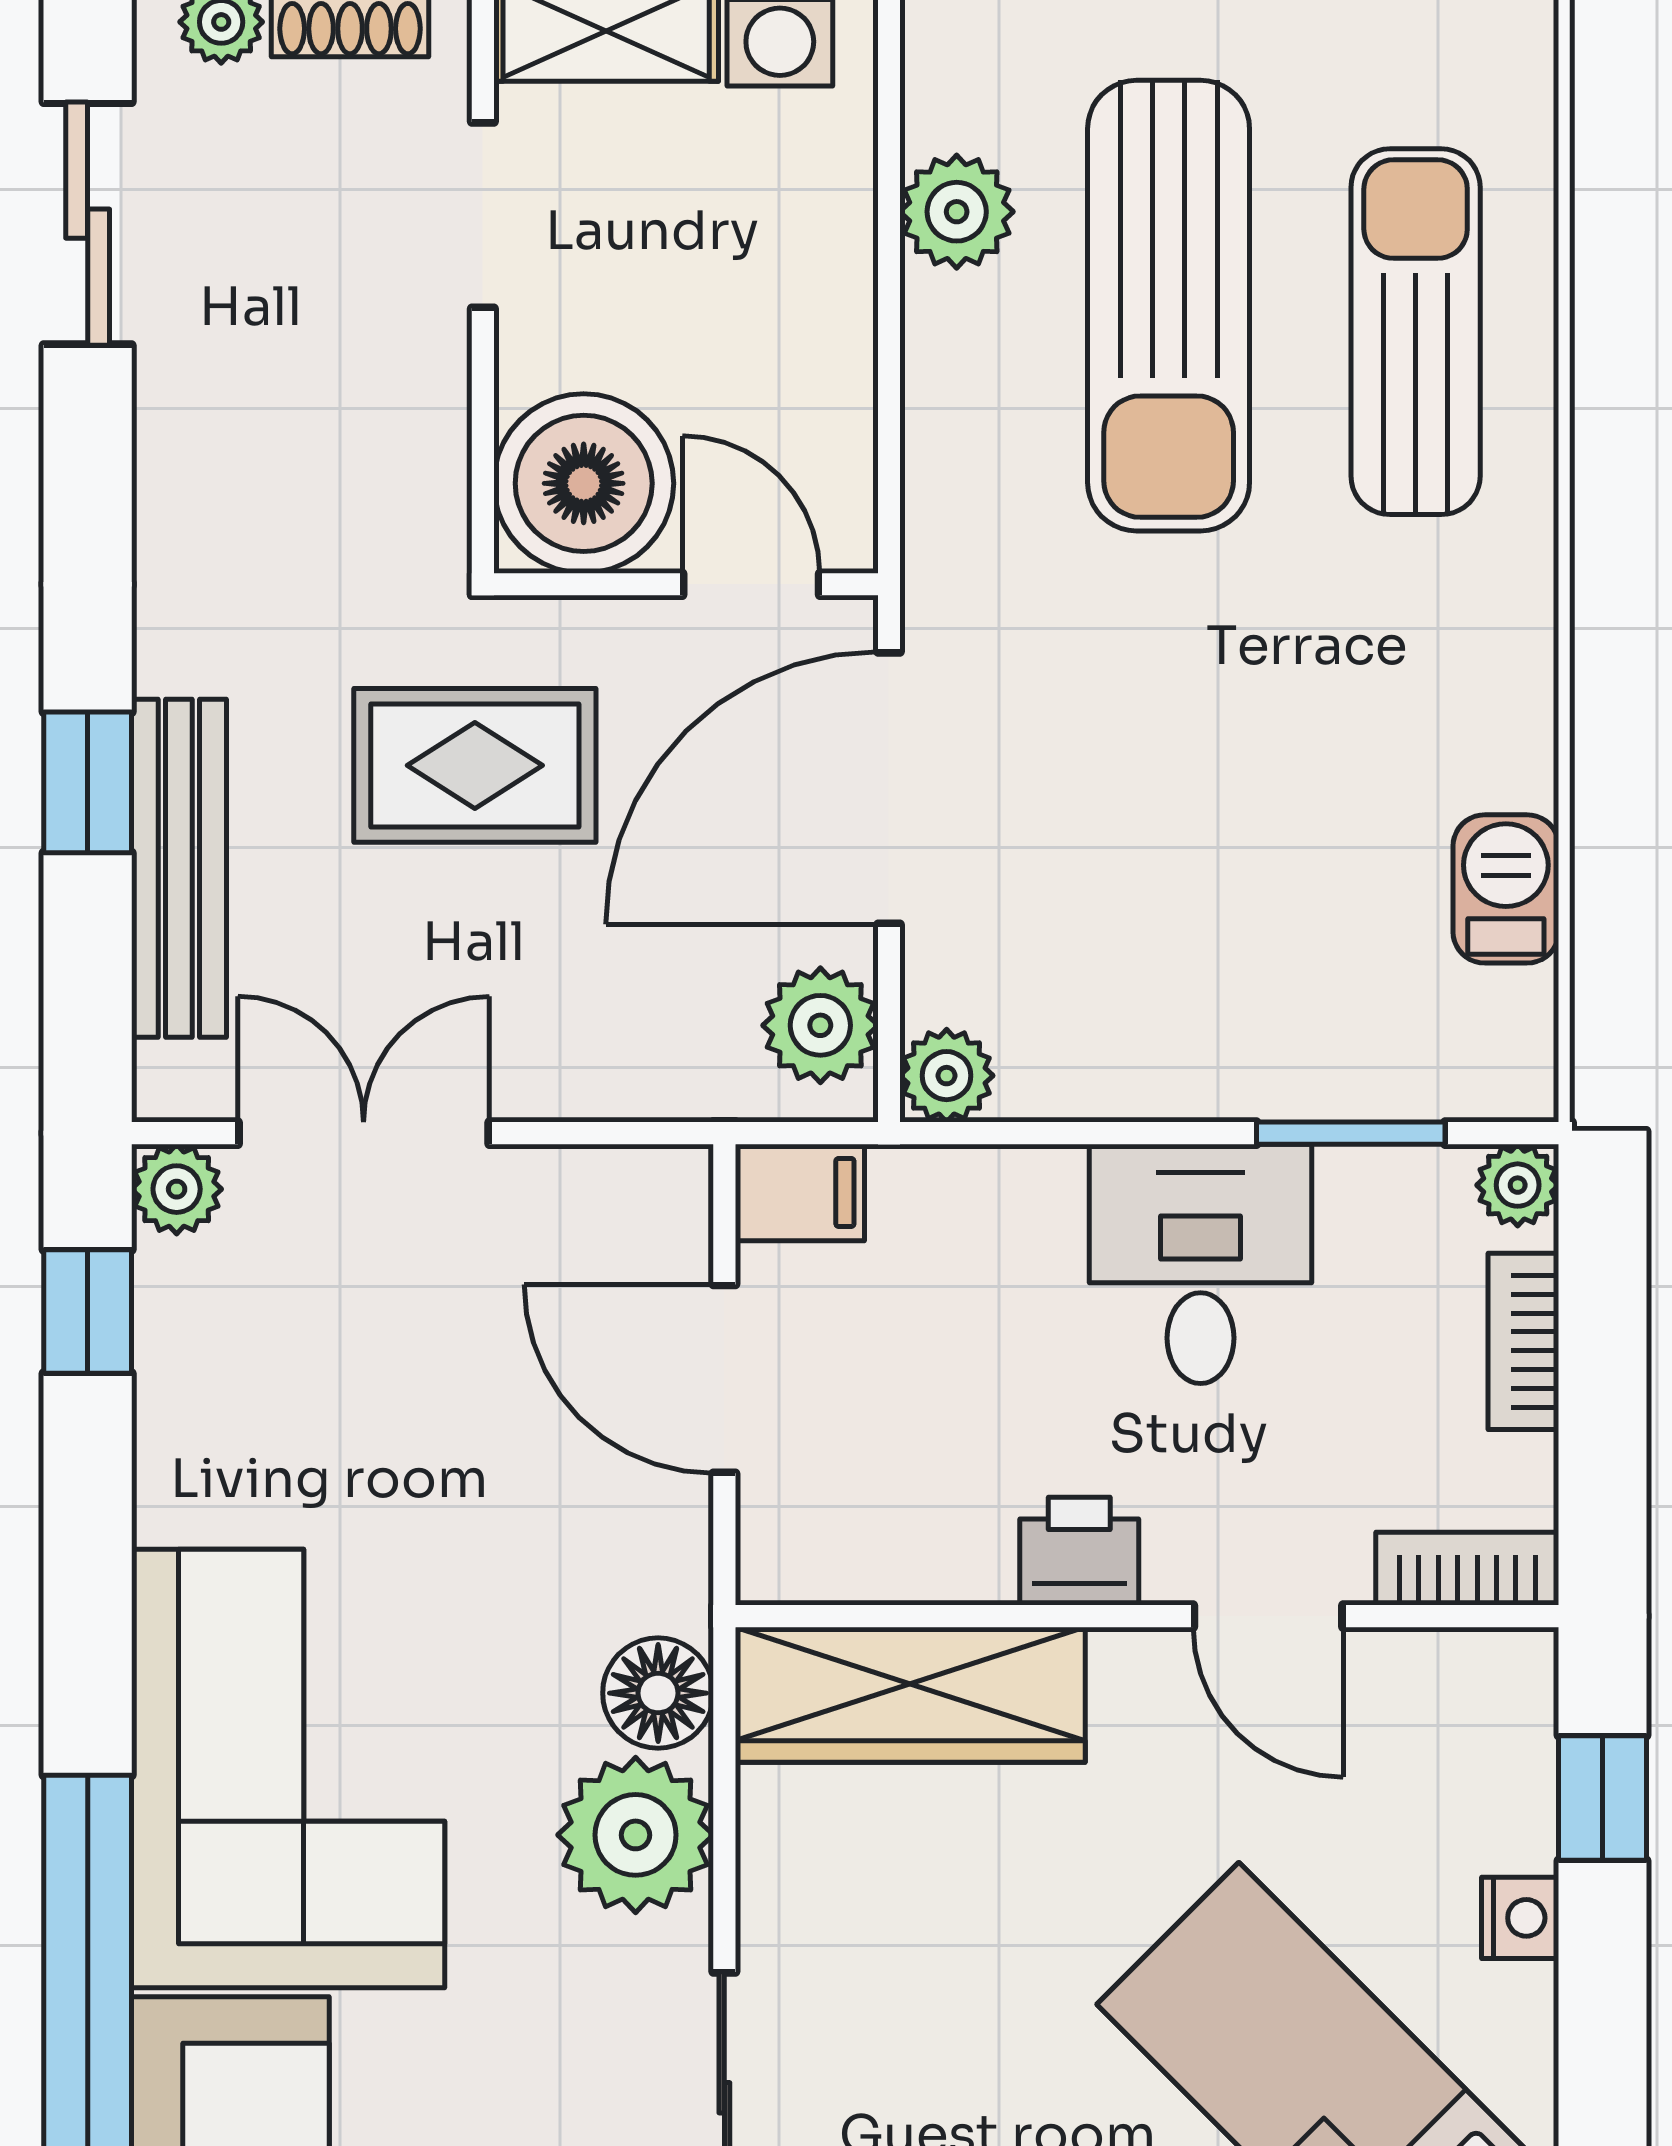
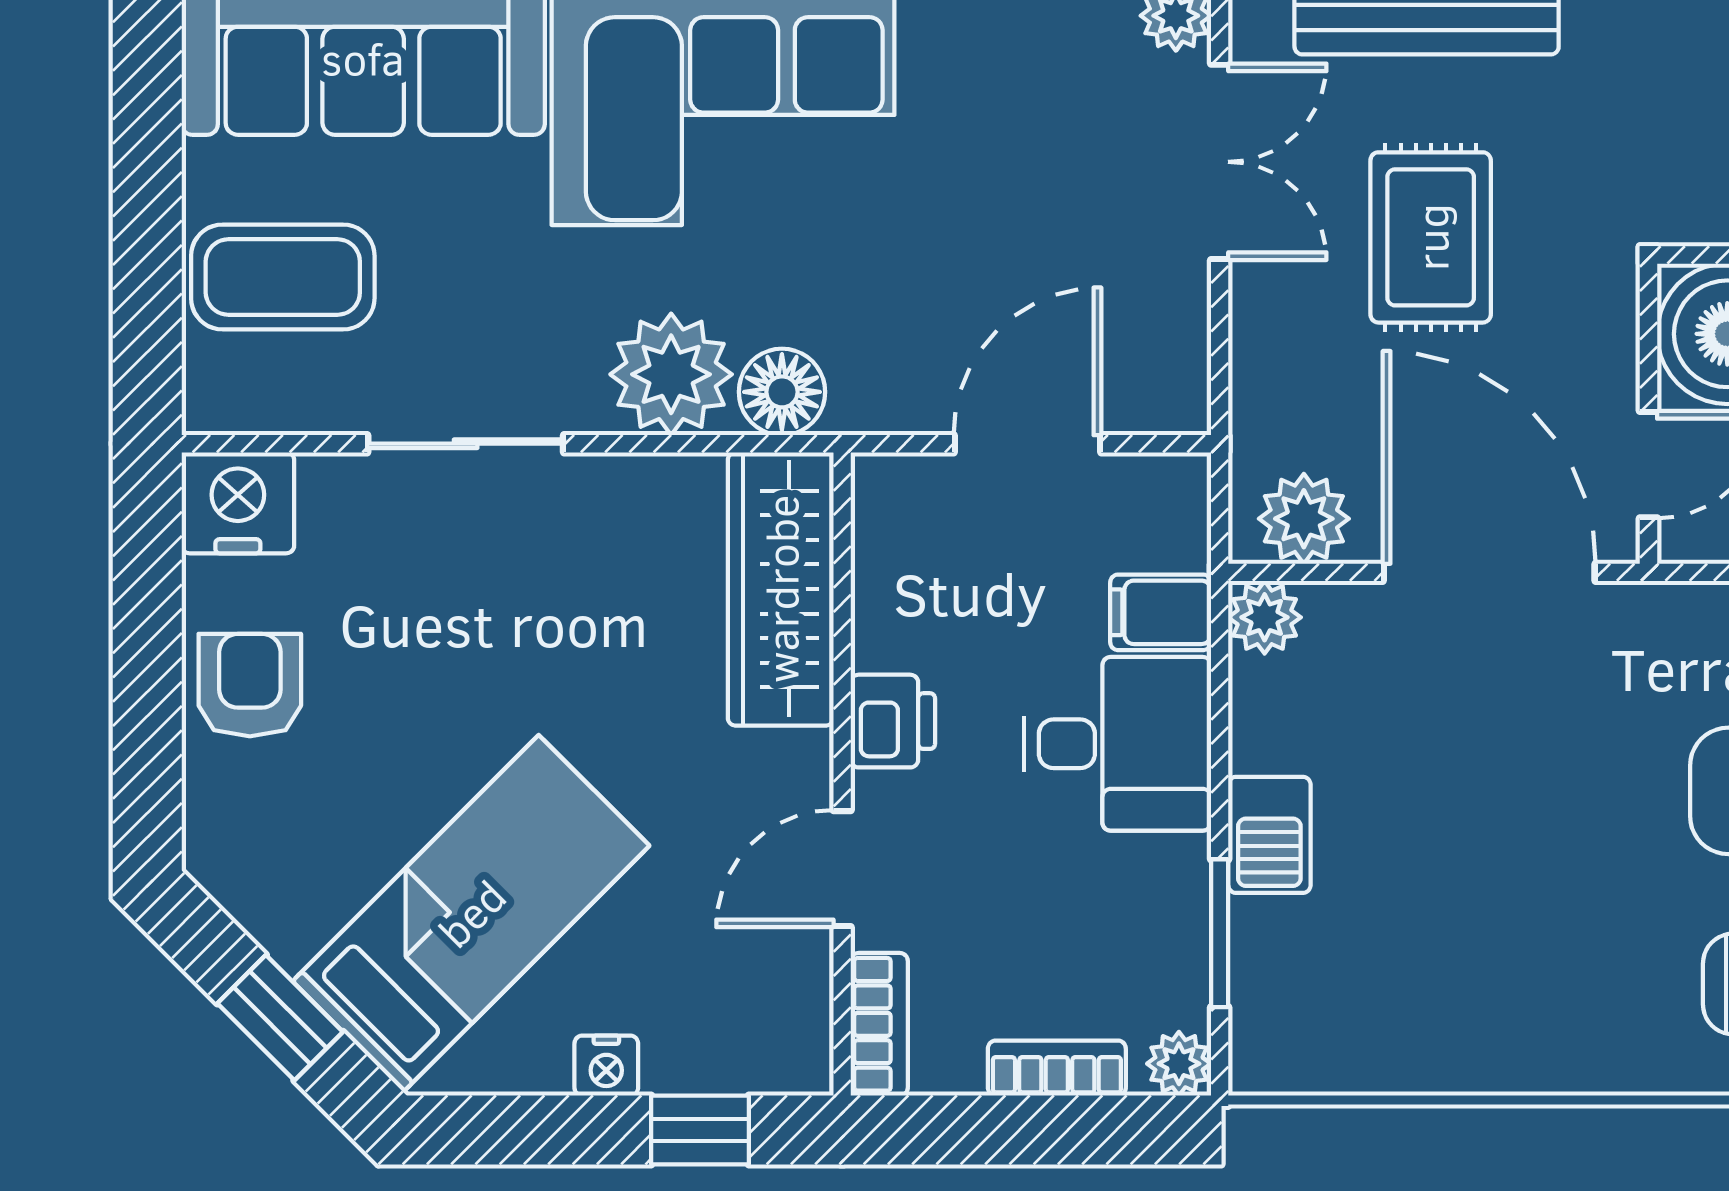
rug: (475, 765) -> (1431, 237), moved
barbecue: (1506, 889) -> (1269, 835), moved, turned 90
filing cabinet: (800, 1192) -> (1161, 612), moved, turned 90
desk: (1201, 1264) -> (1117, 744), moved

